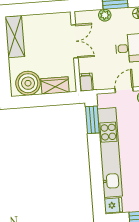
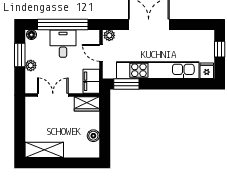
filing cabinet: (86, 82) -> (91, 81), width x2.00
boiler: (28, 83) -> (93, 136), width x0.54, depth x0.54
wardrobe: (55, 85) -> (87, 104), moved, turned -90

